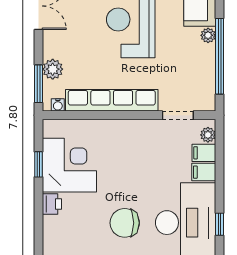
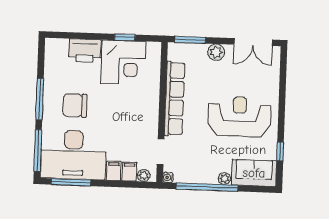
plant: (53, 69) -> (216, 52), moved
water cooler: (58, 105) -> (168, 177), moved
printer: (52, 204) -> (85, 50), width x1.87, depth x1.48
chair: (125, 223) -> (75, 105), turned -90
window: (219, 224) -> (71, 182), width x2.17

